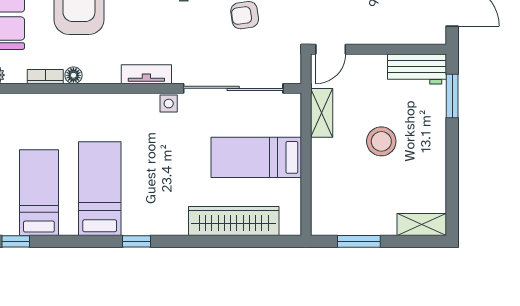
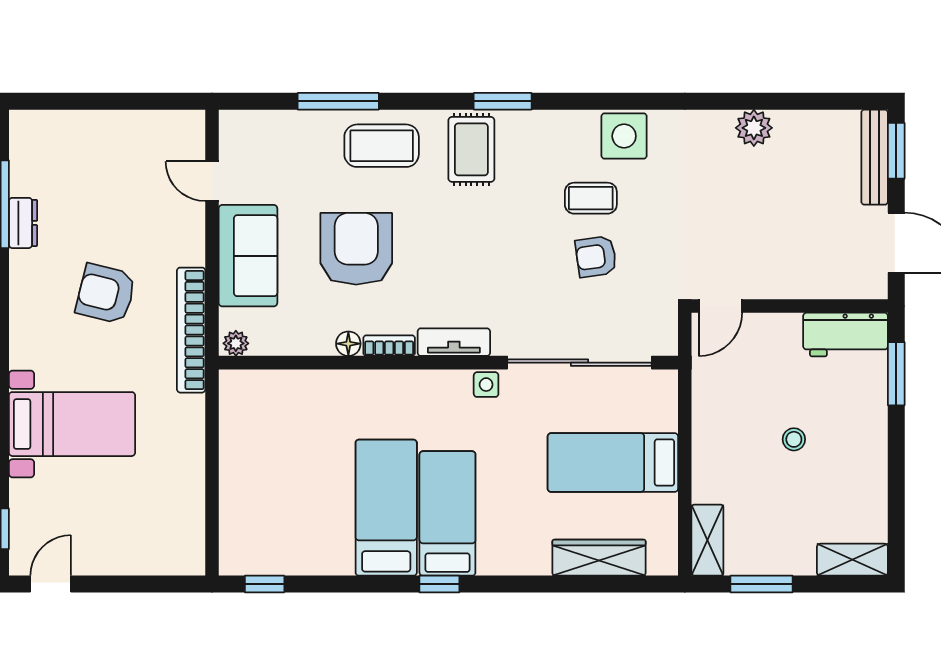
bookcase: (45, 77) -> (389, 346), moved
shelving: (322, 113) -> (707, 540), moved
stool: (381, 141) -> (794, 439), width x0.53, depth x0.53
bed: (39, 193) -> (447, 513), moved
wardrobe: (234, 221) -> (599, 558), width x0.71, depth x0.85

